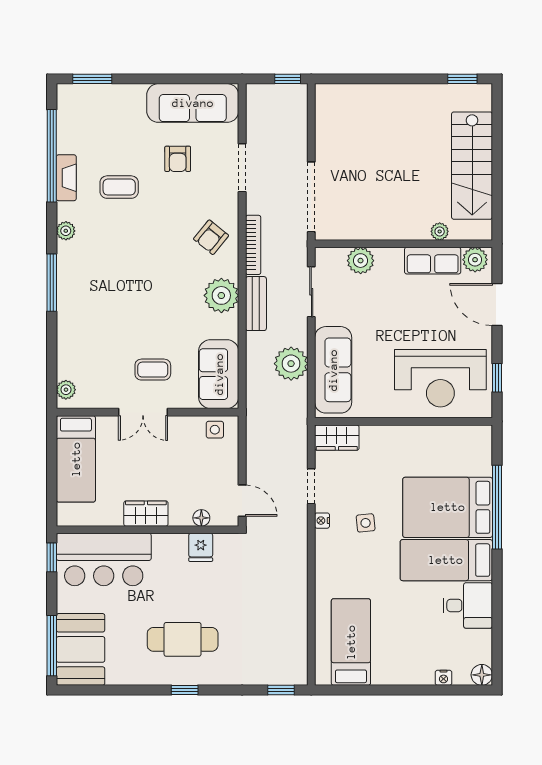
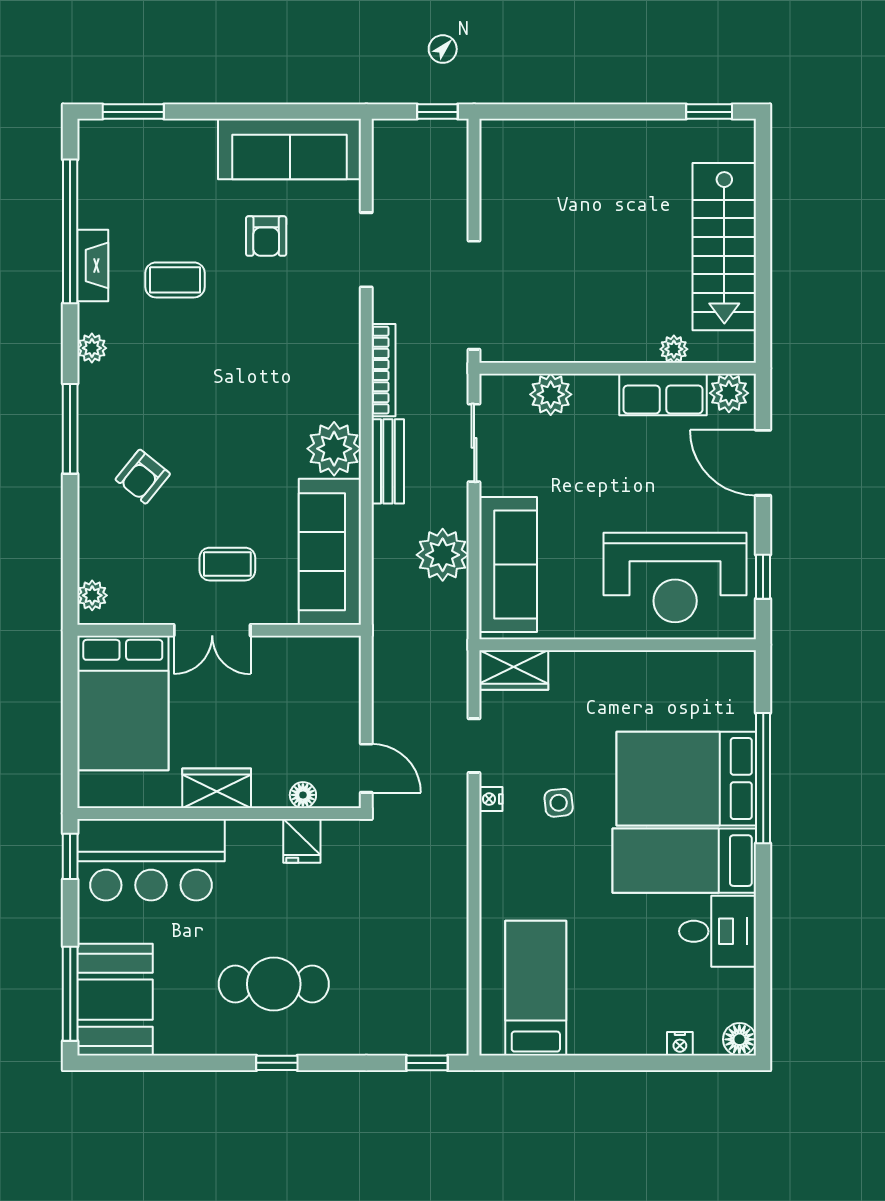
armchair: (211, 237) -> (143, 477), moved
sofa: (219, 374) -> (330, 552), width x1.36
side table: (215, 430) -> (324, 658), removed
bed: (76, 459) -> (123, 703), width x1.50

